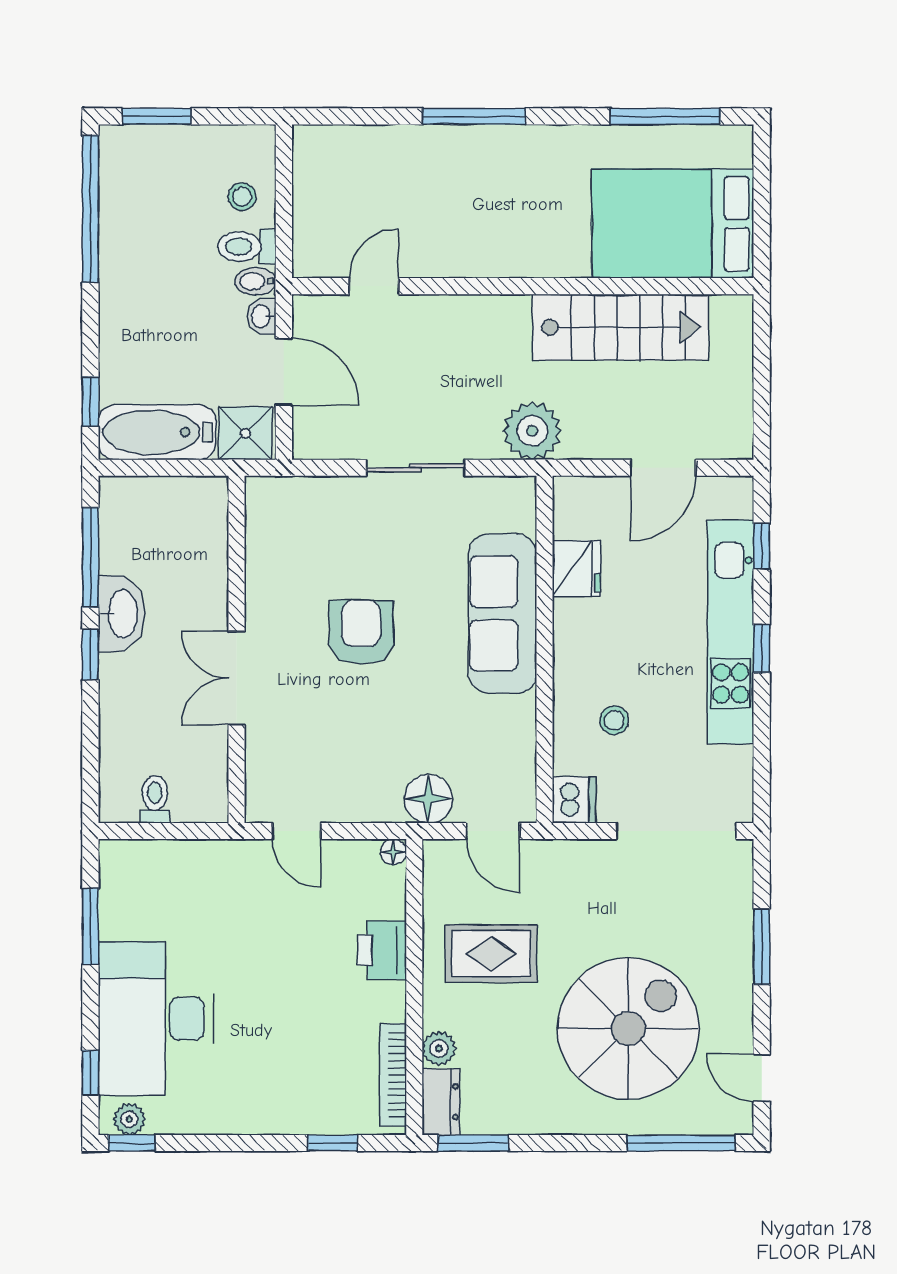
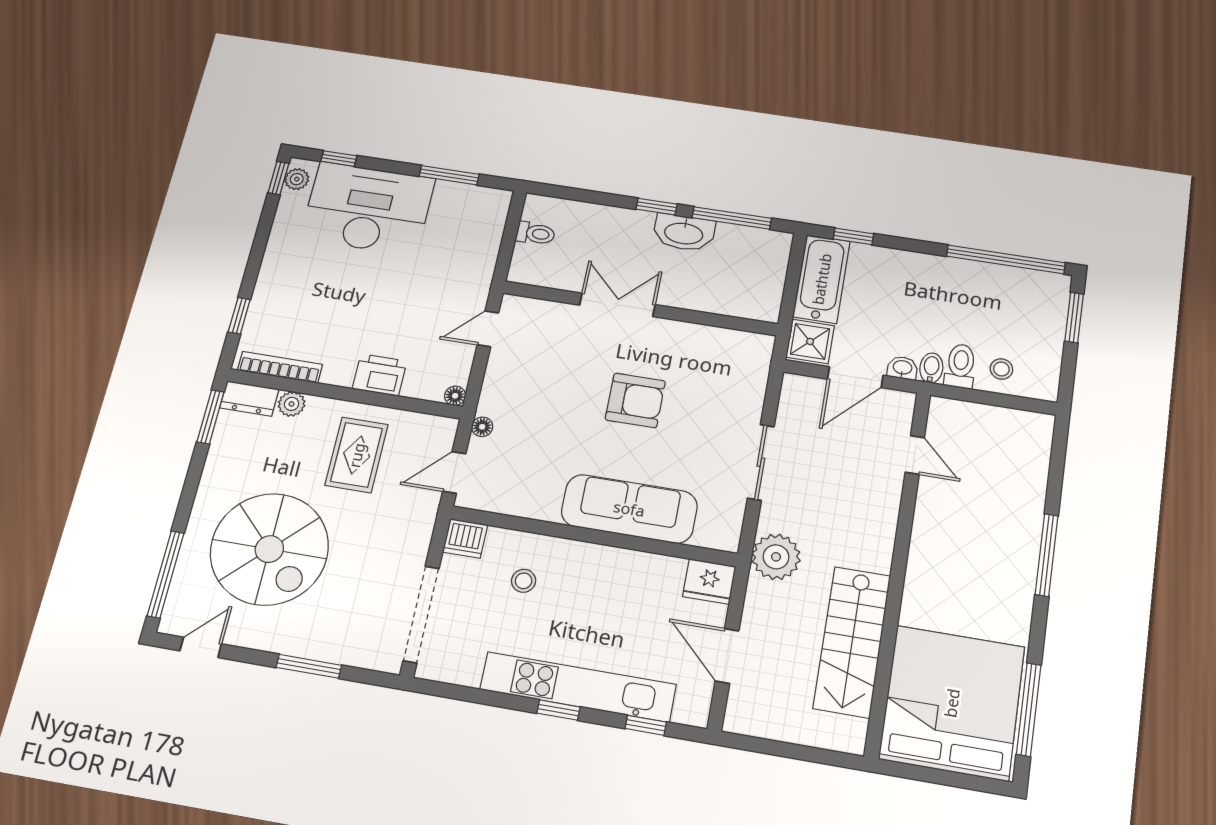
bed: (673, 224) -> (952, 703), width x1.36
fridge: (576, 568) -> (709, 581), moved
floor lamp: (428, 799) -> (482, 427), width x0.53, depth x0.53

